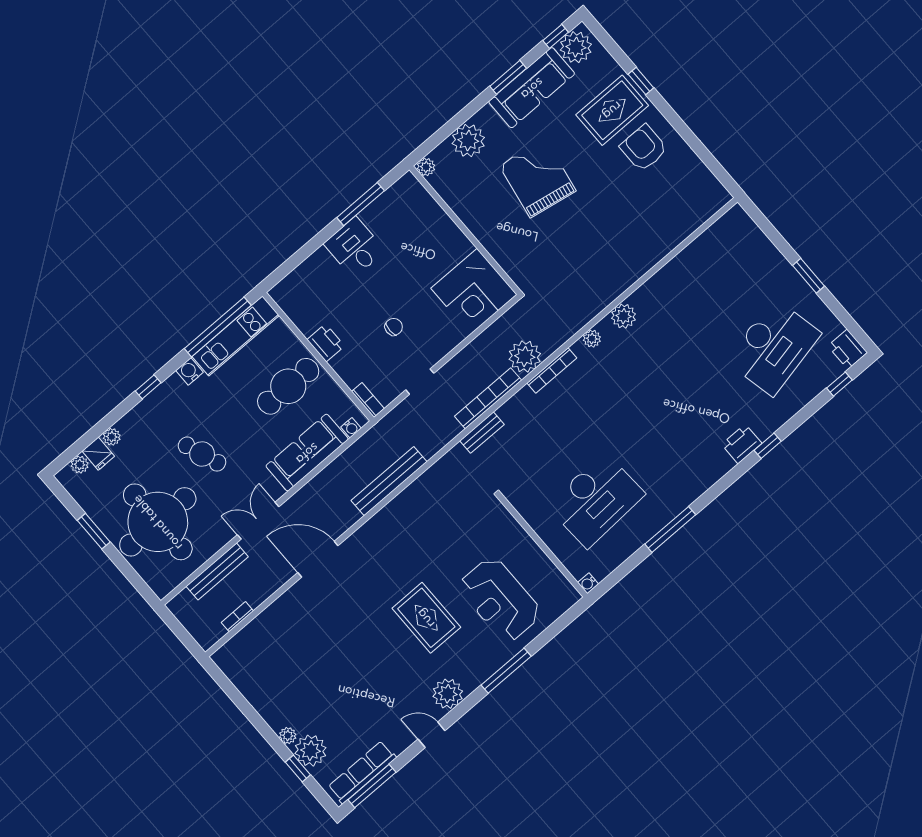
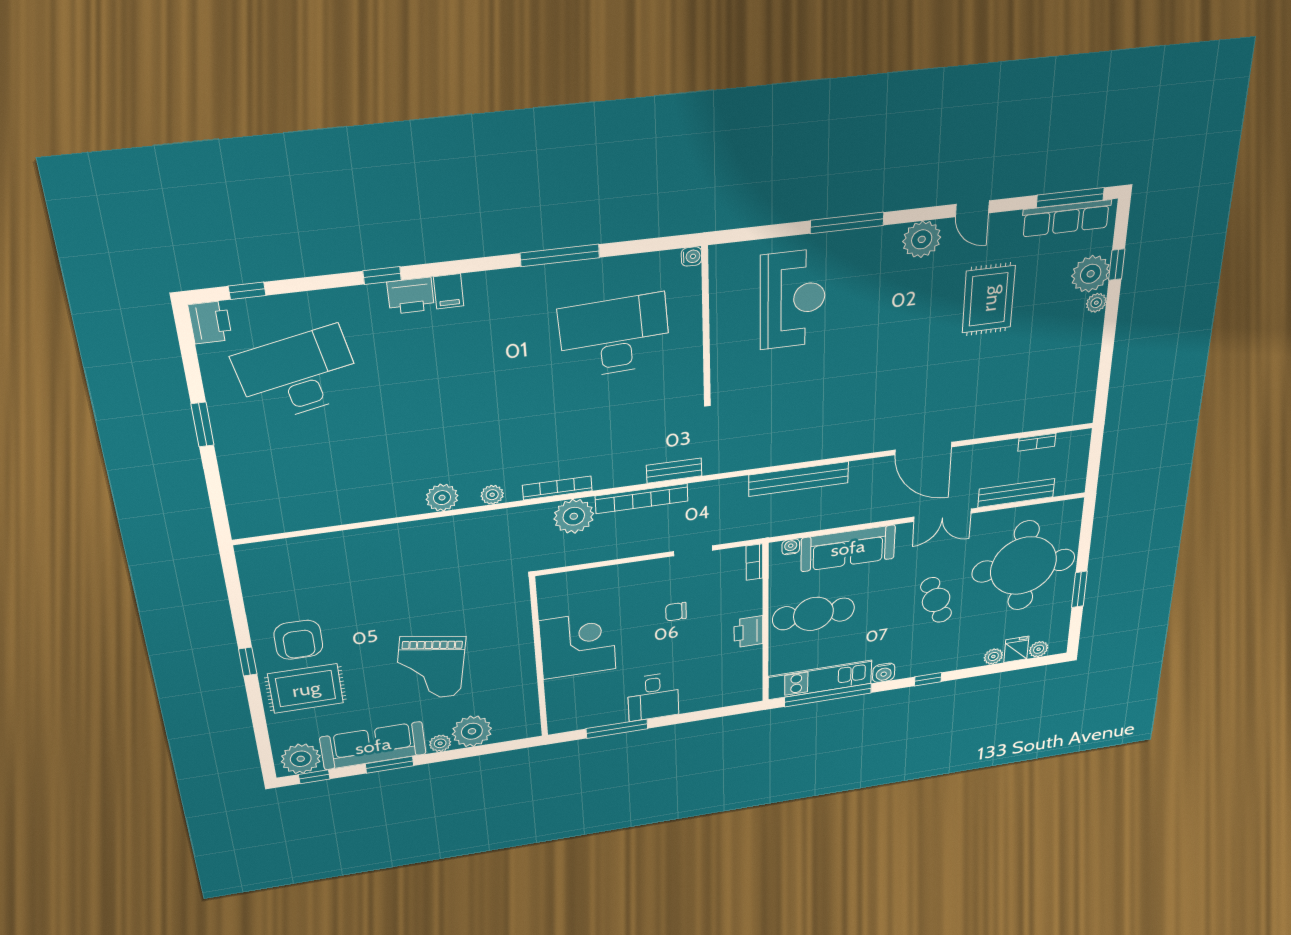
window: (641, 81) -> (248, 662), moved
plant: (426, 167) -> (440, 743), moved
corner desk: (474, 291) -> (578, 645), moved
filing cabinet: (721, 462) -> (449, 291), added
rug: (426, 618) -> (989, 299), moved

